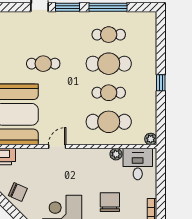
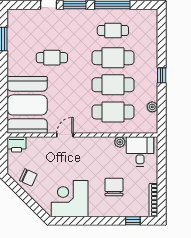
cafe table: (109, 93) -> (113, 85), width x1.37, depth x1.35
plant: (151, 139) -> (152, 107), moved

